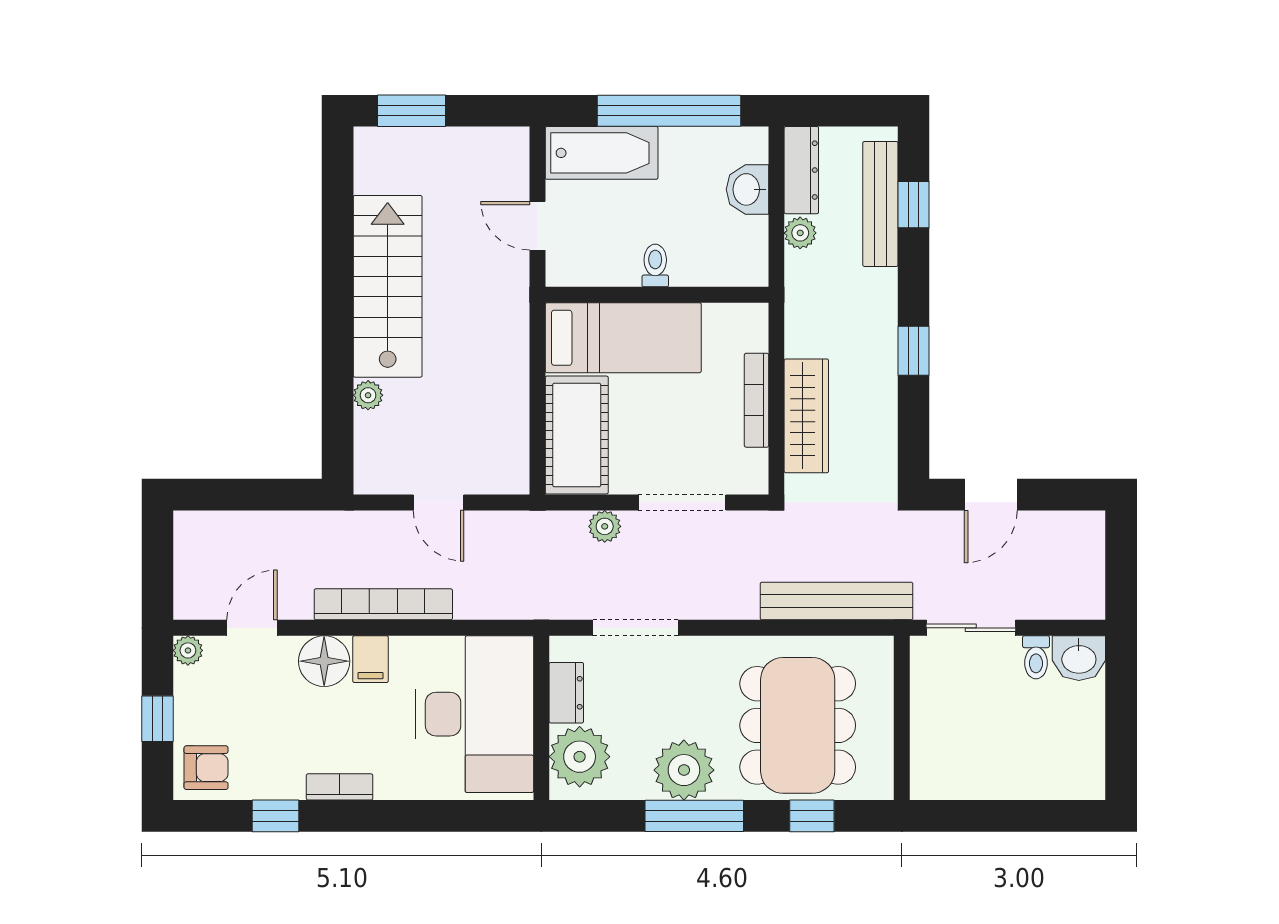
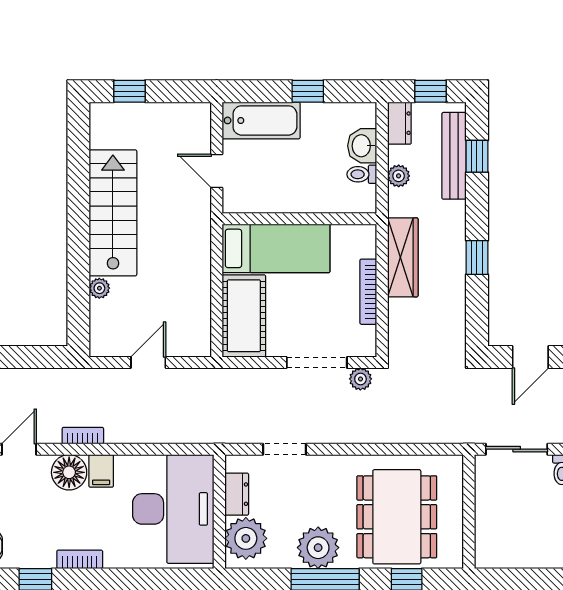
window: (411, 111) -> (129, 91), width x0.67
window: (669, 111) -> (308, 91), width x0.32
window: (846, 111) -> (430, 91), added
dresser: (801, 170) -> (399, 123), width x0.70
toilet: (655, 266) -> (362, 174), moved, turned -90
wardrobe: (806, 416) -> (403, 257), moved
door: (439, 502) -> (148, 362), swing flipped
plant: (605, 526) -> (360, 379), moved
bench: (837, 601) -> (424, 431), removed
bookcase: (383, 604) -> (83, 436), width x0.43, depth x0.76
doorway: (635, 628) -> (284, 449), width x0.73

